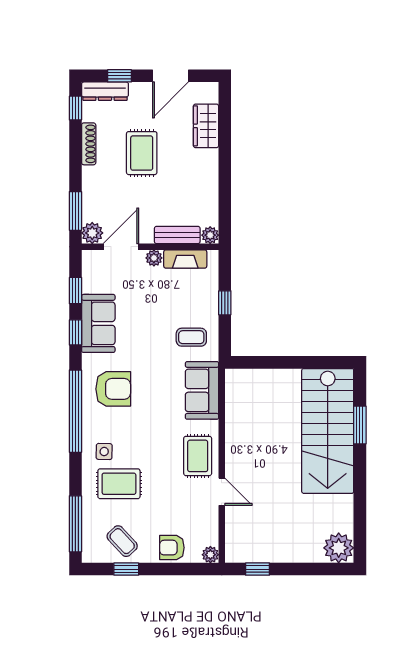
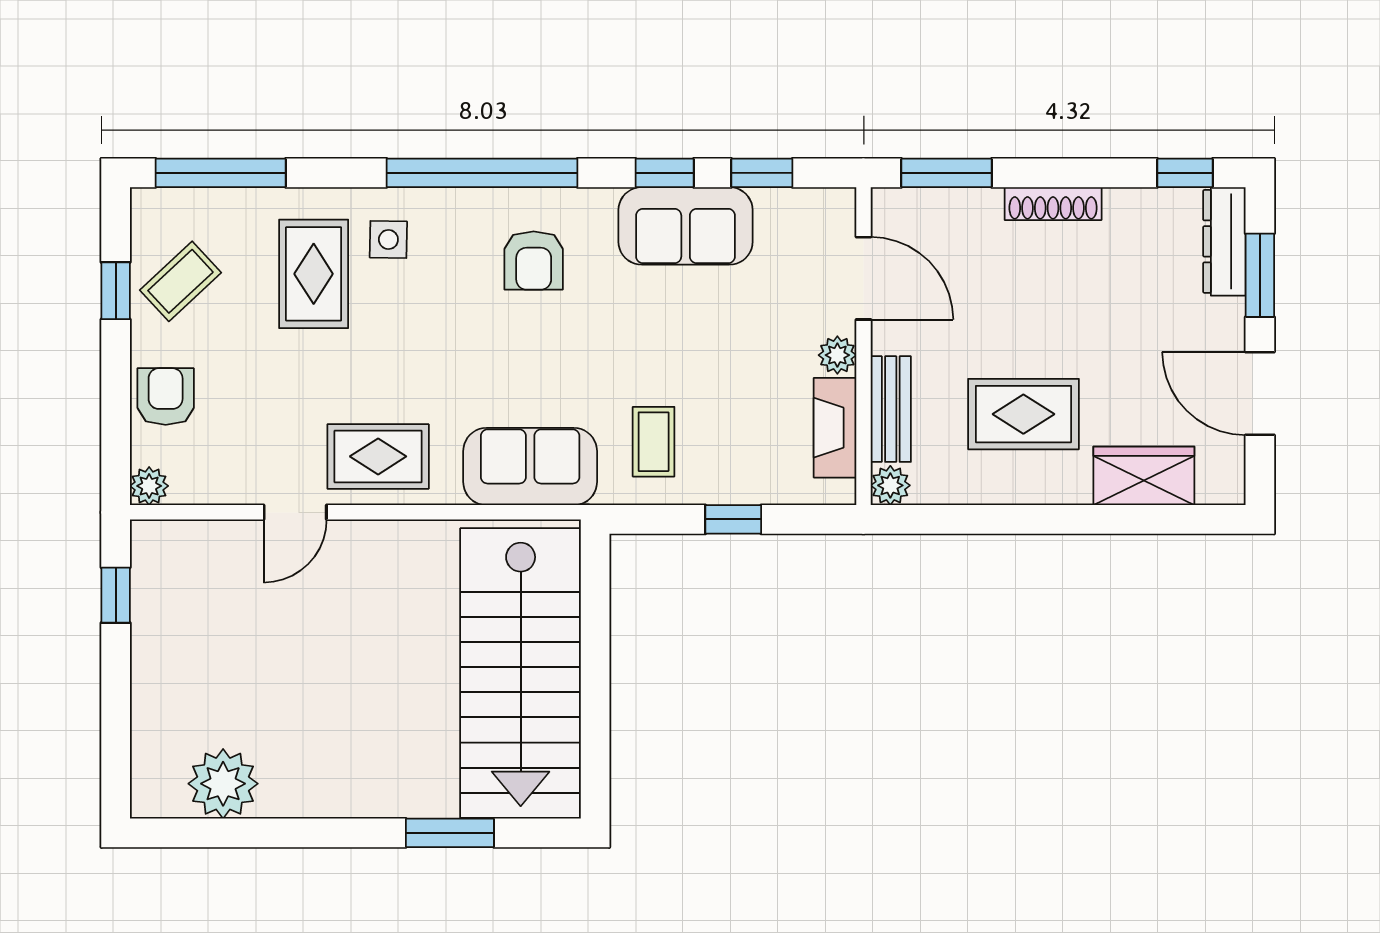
window: (120, 76) -> (1260, 275), width x1.50
shoe rack: (89, 144) -> (1053, 204), moved
rug: (142, 153) -> (1023, 414), moved
plant: (92, 233) -> (895, 212), removed
armchair: (113, 389) -> (534, 260), width x0.72, depth x0.72
stairs: (328, 431) -> (521, 673), moved, turned -90
plant: (339, 548) -> (223, 784), moved

